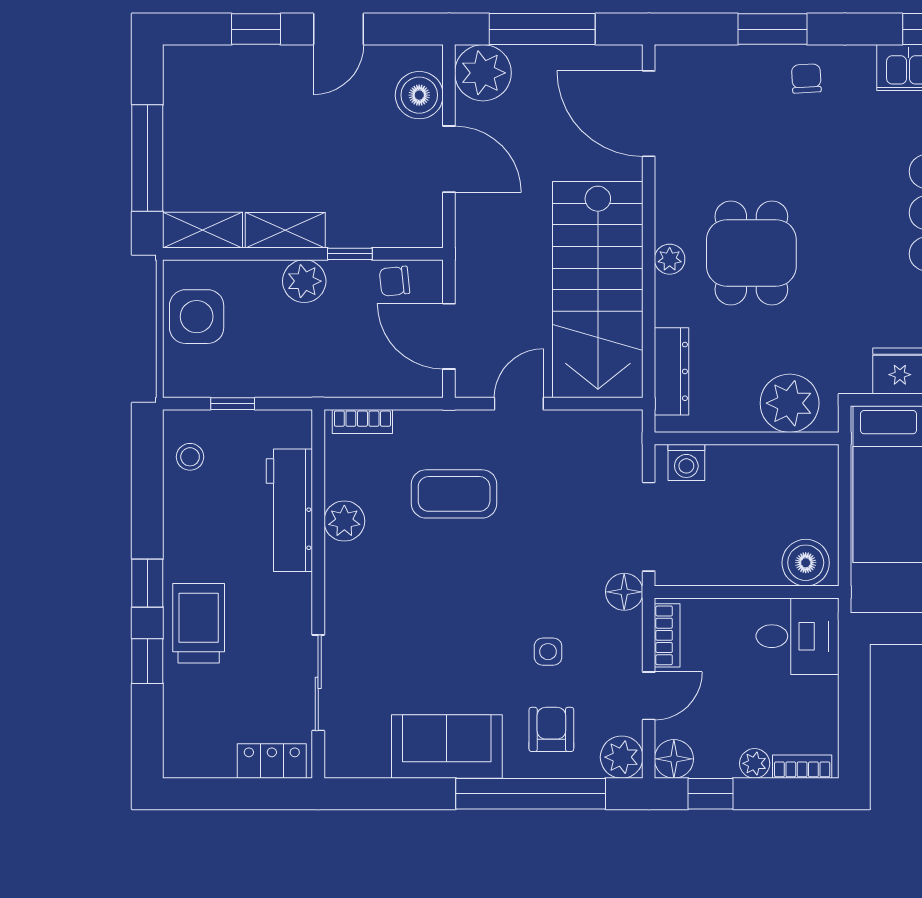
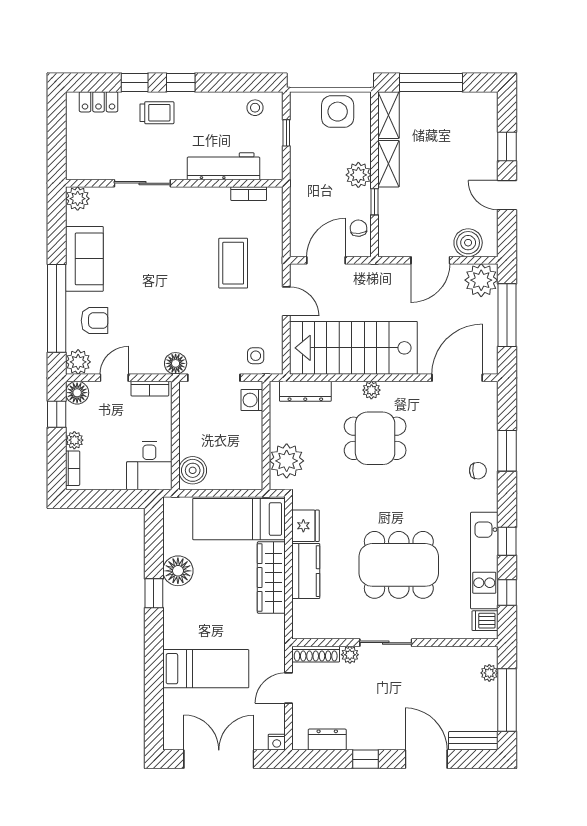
bookcase: (362, 422) -> (249, 194), moved, turned -90
plant: (344, 521) -> (78, 199), moved
trolley: (199, 623) -> (157, 113), width x0.73, depth x0.72
side table: (548, 652) -> (256, 356), moved
sliding door: (318, 683) -> (142, 183), moved
door: (649, 696) -> (114, 378), swing flipped
locker: (272, 761) -> (98, 102), moved, turned 90

